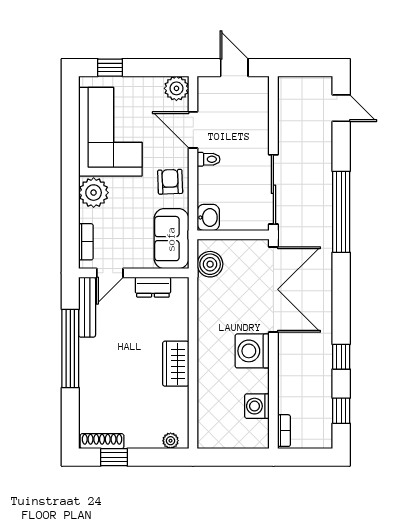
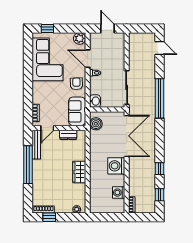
plant: (94, 193) -> (39, 89), removed

